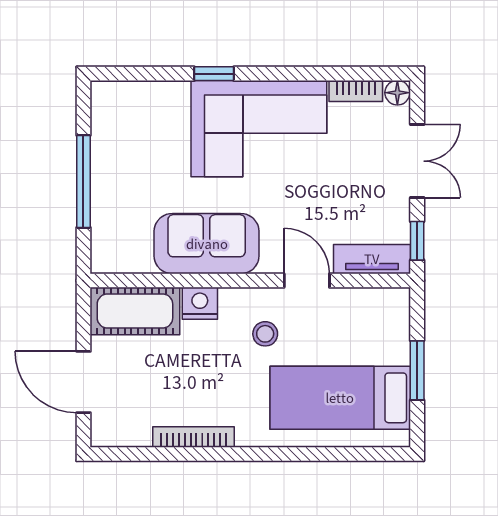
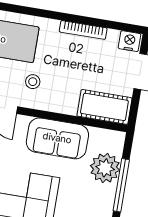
plant: (116, 206) -> (105, 168), added
nightstand: (200, 303) -> (130, 41), moved, turned 180

